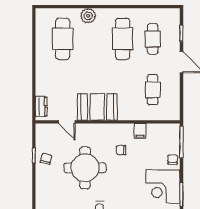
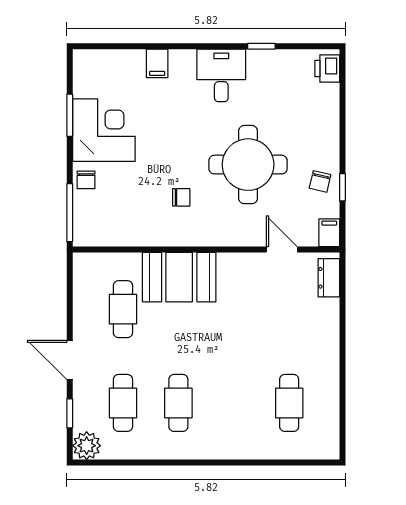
plant: (88, 16) -> (87, 446), moved
cafe table: (63, 39) -> (289, 403), width x0.73, depth x0.74
cafe table: (123, 39) -> (178, 403), width x0.73, depth x0.74
booth: (97, 107) -> (179, 277), moved
filing cabinet: (140, 131) -> (329, 233), moved

